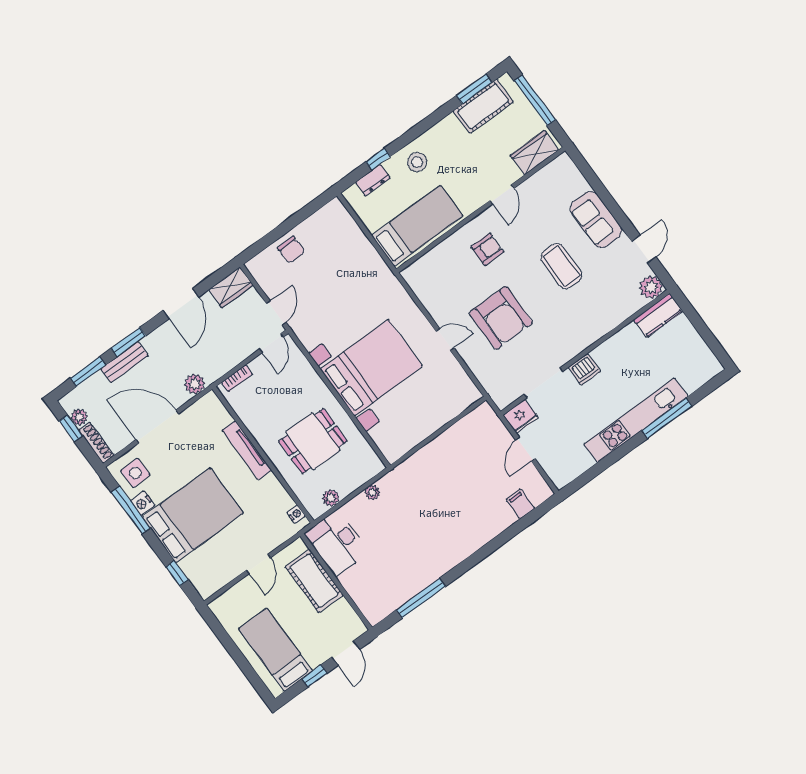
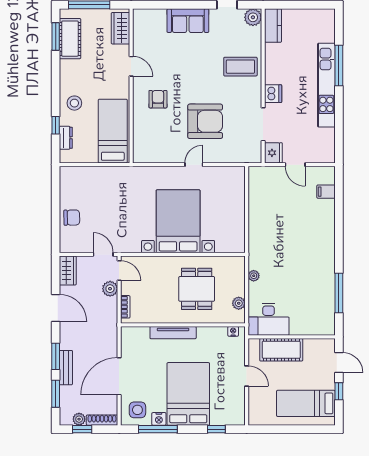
coffee table: (561, 266) -> (240, 67), moved
plant: (195, 384) -> (110, 289), moved

